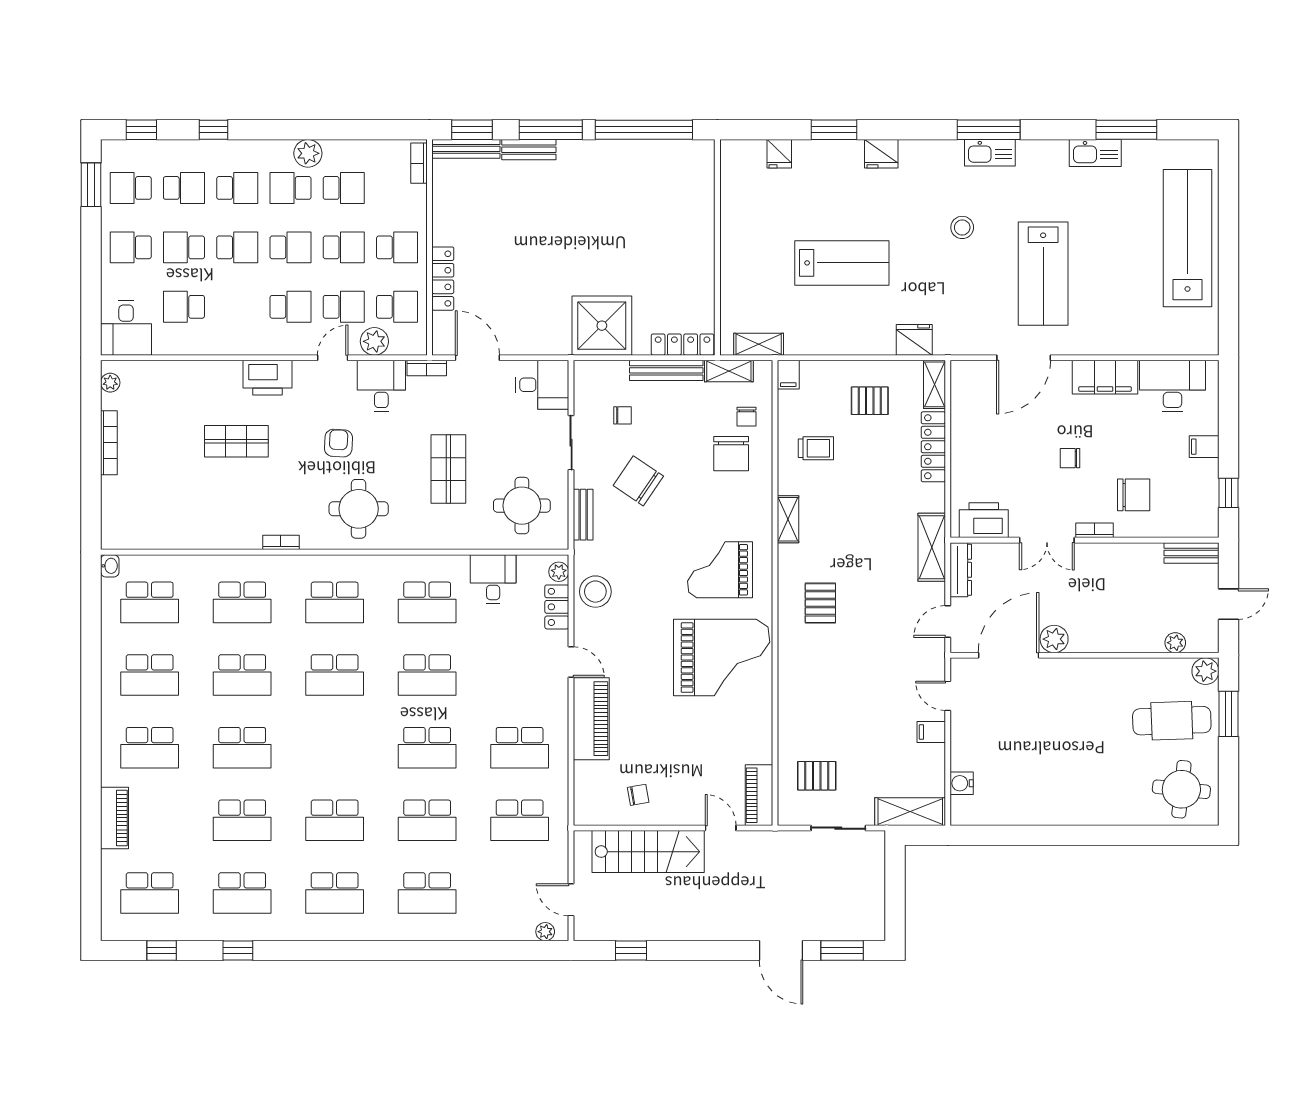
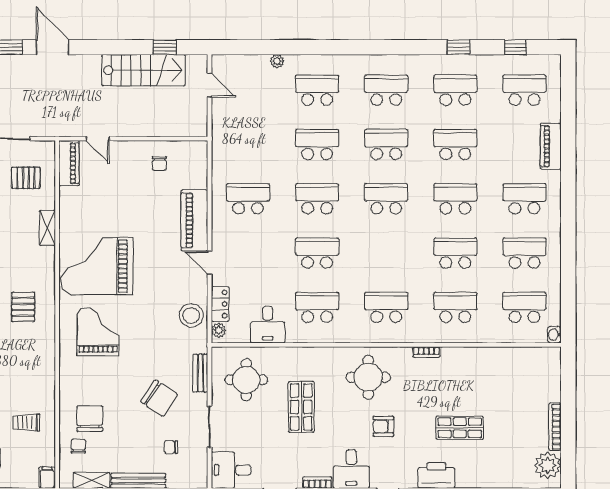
plant: (110, 383) -> (548, 465), width x1.87, depth x1.87
armchair: (338, 443) -> (383, 426), turned 87
shelving: (788, 519) -> (47, 228), moved
grand piano: (720, 570) -> (98, 332), turned -90
school desk: (335, 675) -> (386, 199), moved
chair: (638, 795) -> (159, 164), turned -80
school desk: (520, 820) -> (248, 144), removed
stairs: (648, 852) -> (143, 70), moved, turned 180
plant: (545, 932) -> (277, 61), moved

